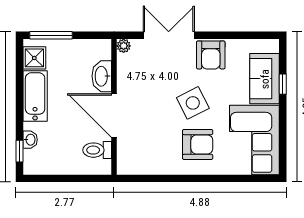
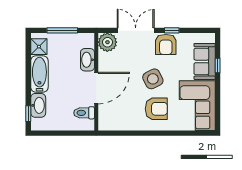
window: (51, 35) -> (62, 30), moved
window: (219, 35) -> (172, 30), added
plant: (124, 46) -> (107, 42), width x1.88, depth x1.88
door: (114, 116) -> (96, 88), swing flipped
washbasin: (30, 140) -> (38, 105), width x1.91, depth x1.45

